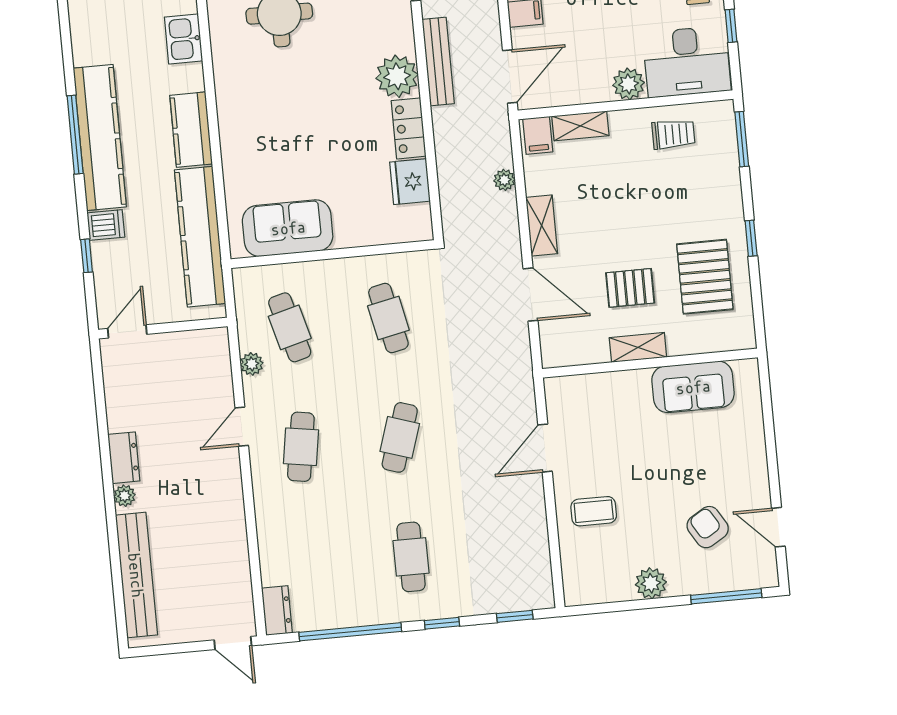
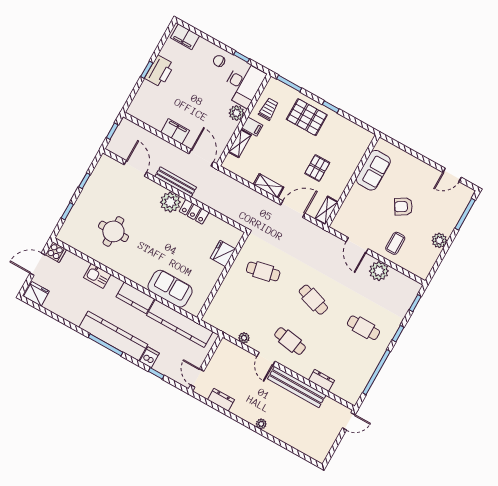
filing cabinet: (538, 135) -> (252, 127), moved
plant: (504, 180) -> (379, 271), moved, width x1.88, depth x1.88
fridge: (410, 182) -> (223, 254), moved, turned 90
sofa: (288, 228) -> (170, 289), moved, turned 90
pallet: (705, 277) -> (307, 117), moved
cafe table: (290, 327) -> (240, 313), removed
shelving: (638, 347) -> (326, 210), moved
dresser: (124, 458) -> (221, 400), moved
armchair: (708, 527) -> (403, 207), moved
bench: (136, 575) -> (297, 387), moved
dresser: (277, 611) -> (321, 380), moved

